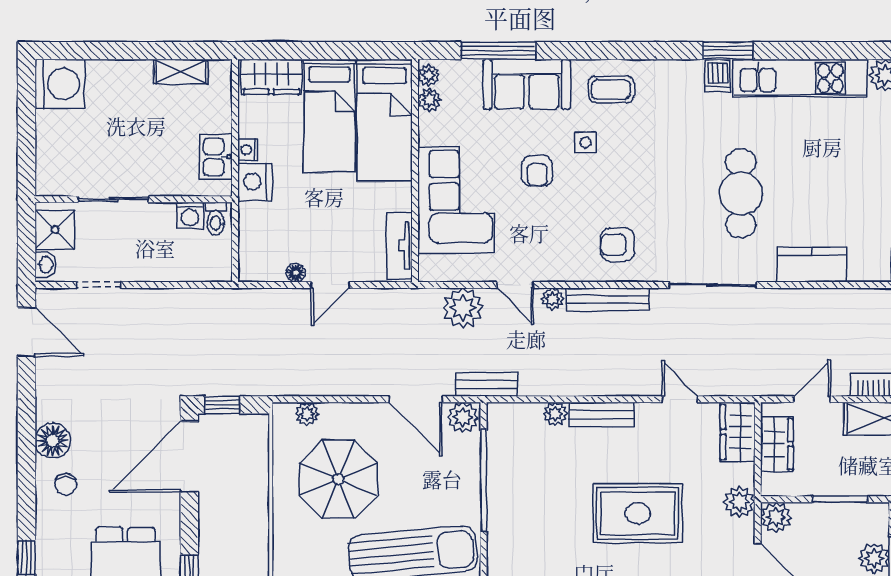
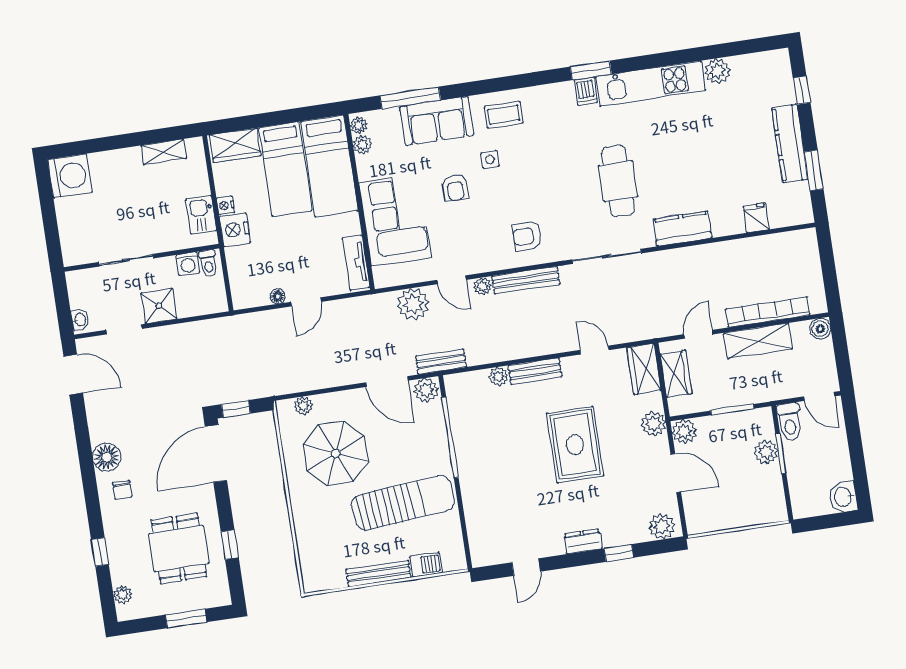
shower: (55, 230) -> (159, 306), moved
rug: (638, 513) -> (575, 445), turned 90

